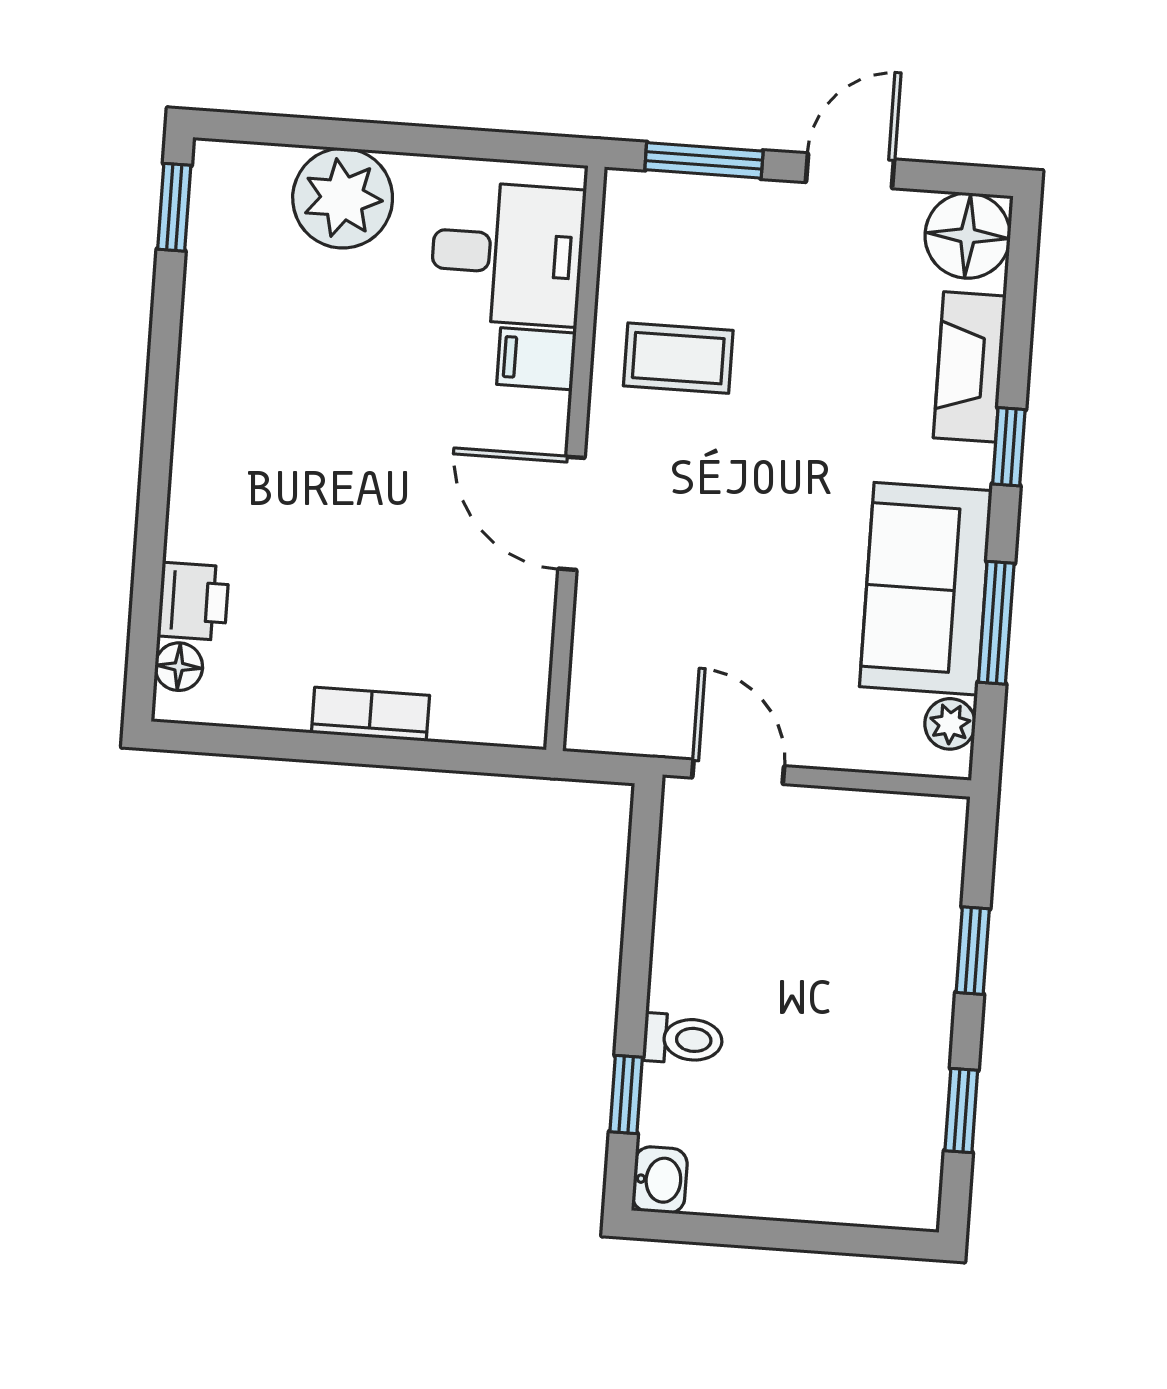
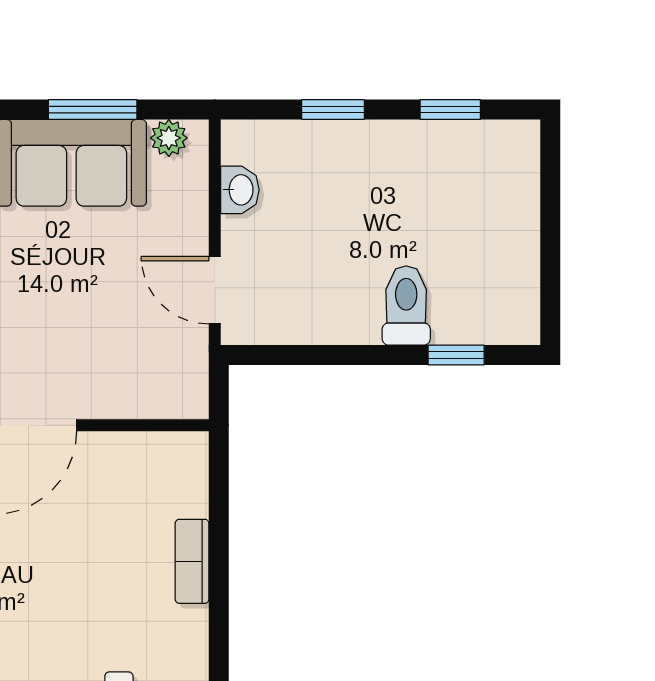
door: (738, 772) -> (215, 290), hinge flipped
toilet: (683, 1039) -> (406, 305), width x1.37, depth x1.39
washbasin: (660, 1180) -> (240, 190), moved, turned 90

